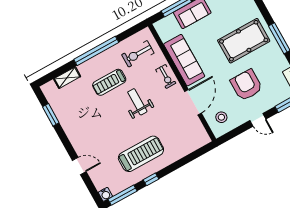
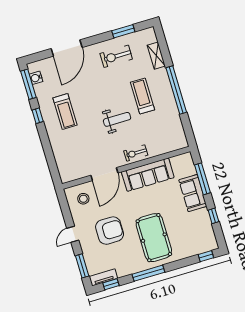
exercise bike: (138, 54) -> (116, 56), moved, turned -90
door: (193, 102) -> (104, 174), hinge flipped
treadmill: (141, 154) -> (65, 112), width x0.73, depth x0.73
door: (79, 166) -> (67, 48), width x1.88
water cooler: (105, 194) -> (36, 78), moved

